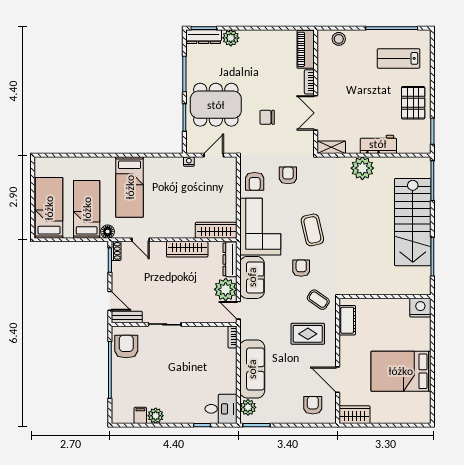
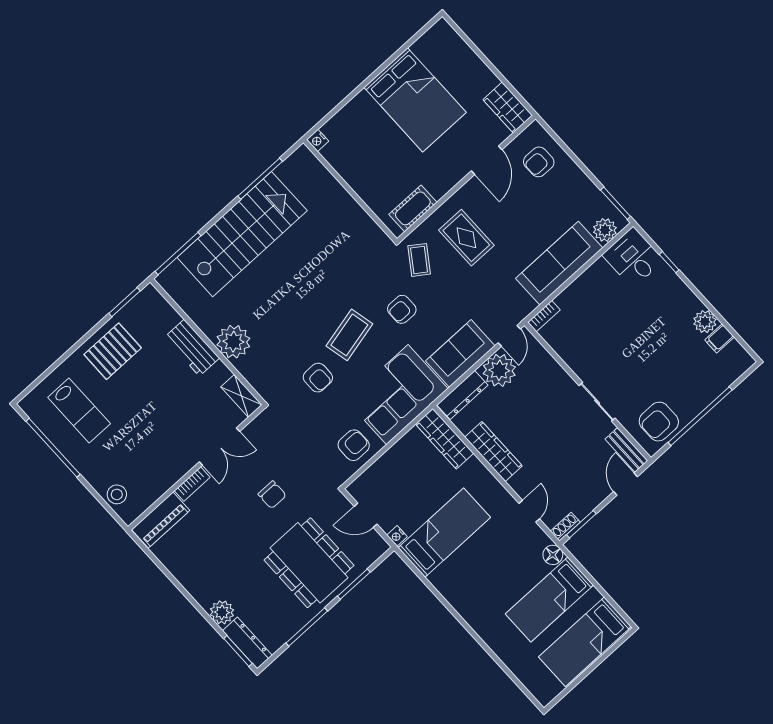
armchair: (288, 175) -> (318, 378), moved, turned -90
bed: (130, 187) -> (444, 533), moved
nightstand: (420, 308) -> (318, 140), width x0.53, depth x0.56

